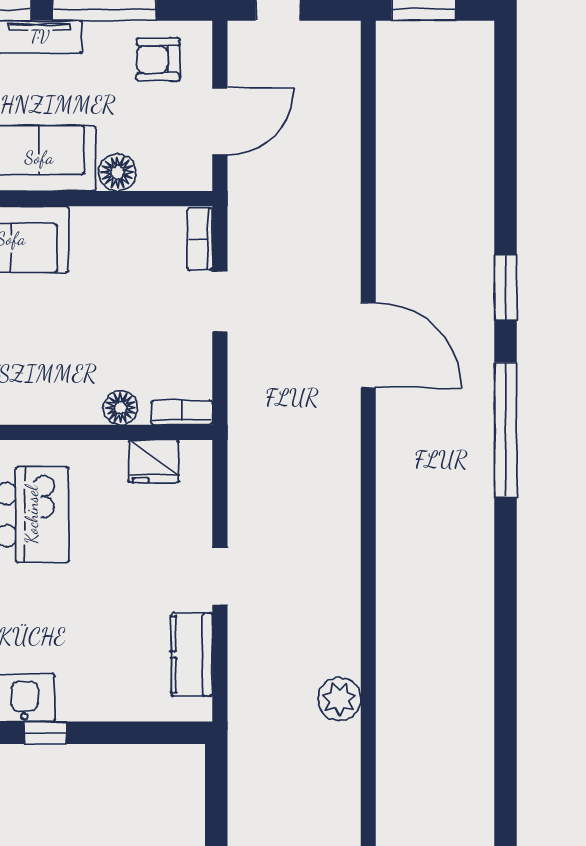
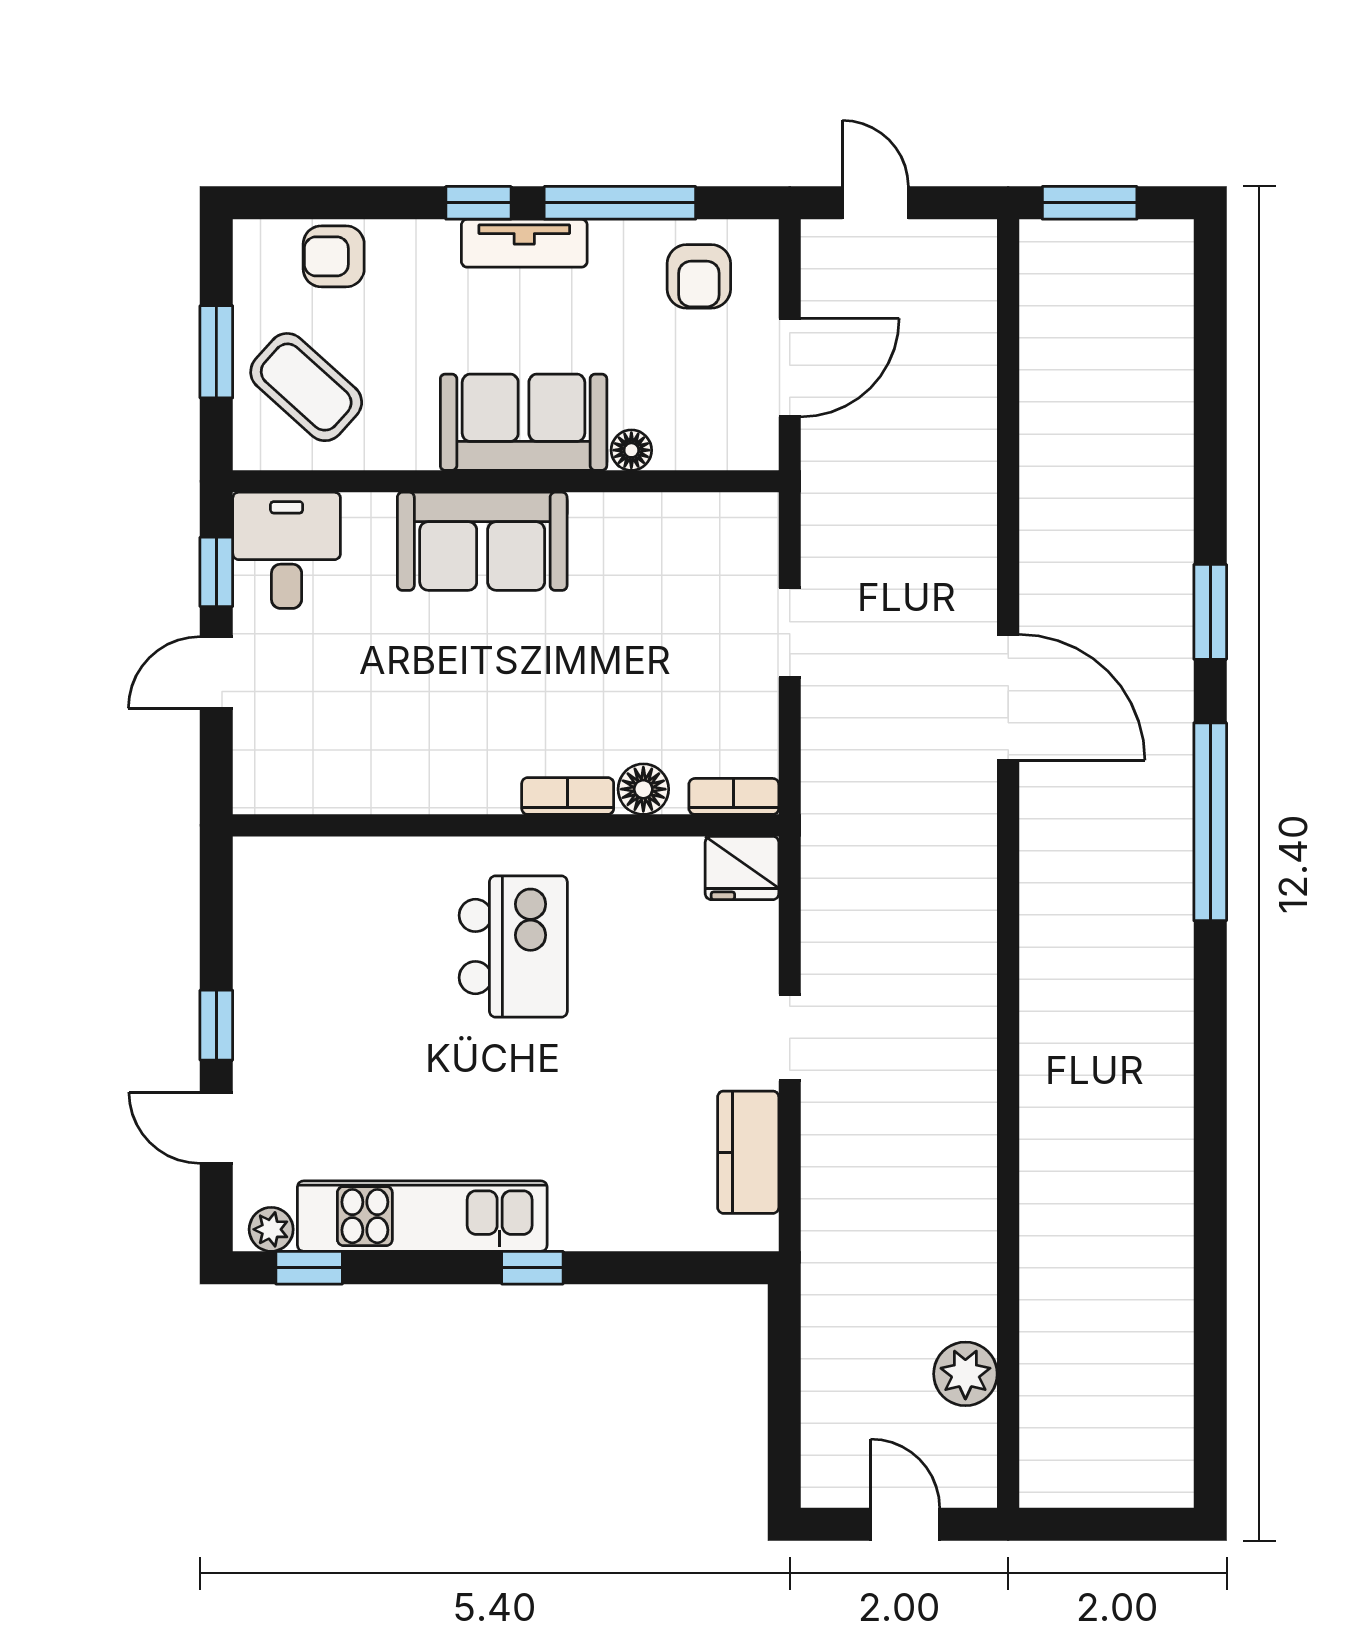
armchair: (158, 59) -> (699, 276), turned -90
floor lamp: (117, 172) -> (631, 450), width x0.73, depth x0.73
bookcase: (200, 239) -> (568, 796), moved, turned 90
fridge: (154, 461) -> (742, 868), moved
plant: (339, 699) -> (965, 1374), moved

